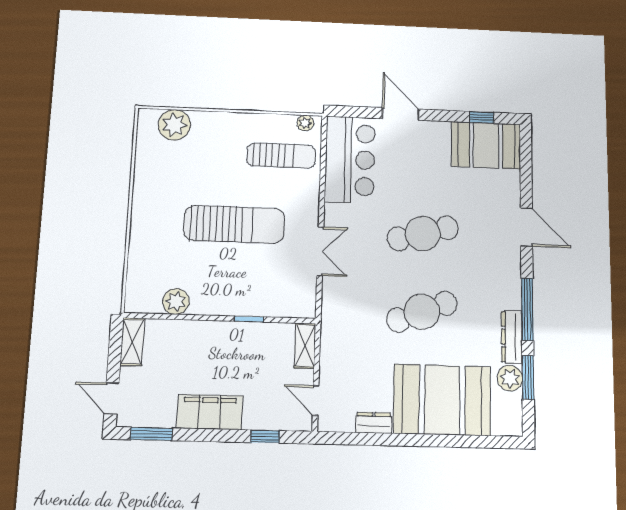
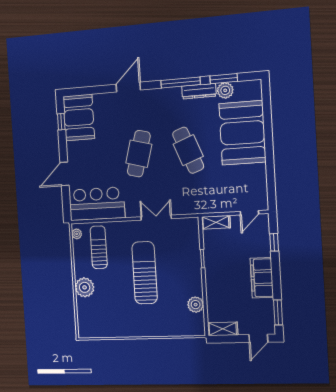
plant: (174, 125) -> (85, 287), moved
cafe table: (423, 233) -> (139, 154), turned 30
dresser: (374, 423) -> (260, 175), removed

